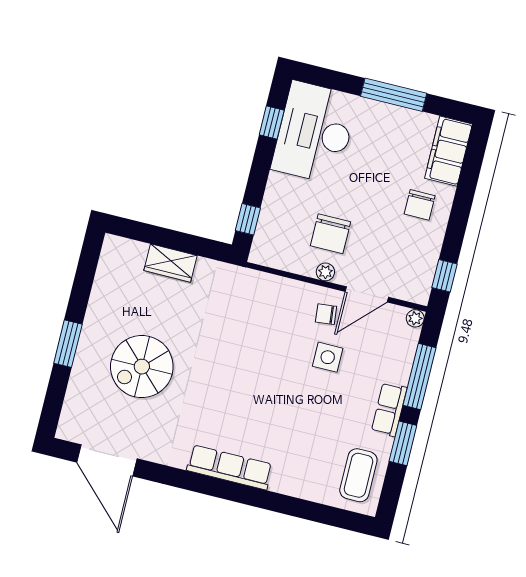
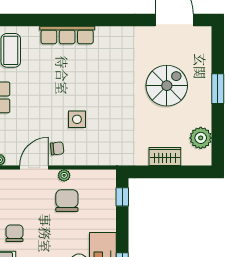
plant: (111, 277) -> (201, 138), added
side table: (328, 357) -> (77, 119), moved
row of seats: (230, 467) -> (67, 35), moved

